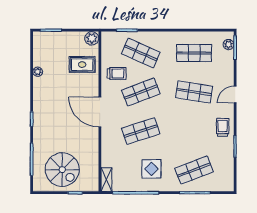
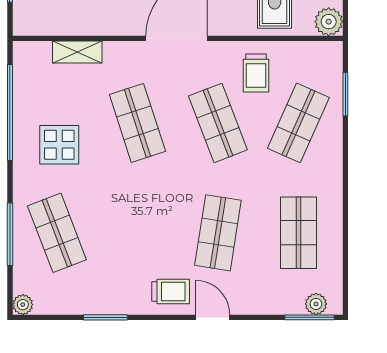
trolley: (223, 127) -> (171, 292), moved
shelving: (106, 180) -> (77, 52), moved
plant: (229, 187) -> (23, 305), added

